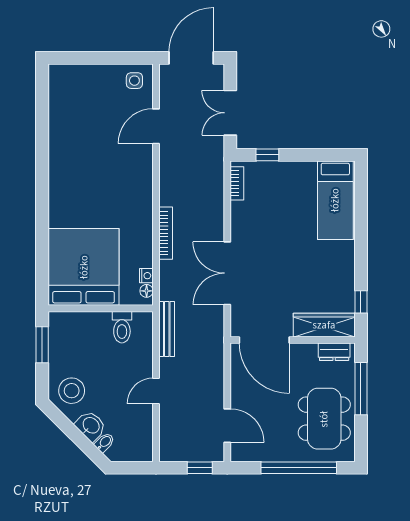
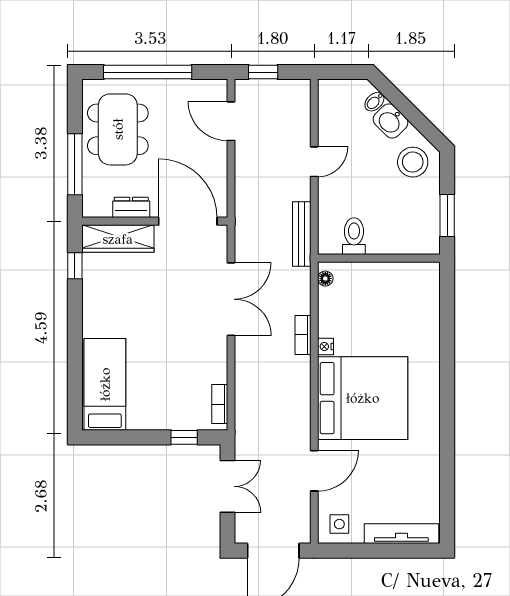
tv unit: (81, 72) -> (401, 534), added
bookcase: (166, 233) -> (303, 335), width x0.64
bed: (84, 267) -> (363, 398), moved, turned -90
nightstand: (146, 276) -> (326, 347), moved
dresser: (334, 352) -> (131, 207), moved

